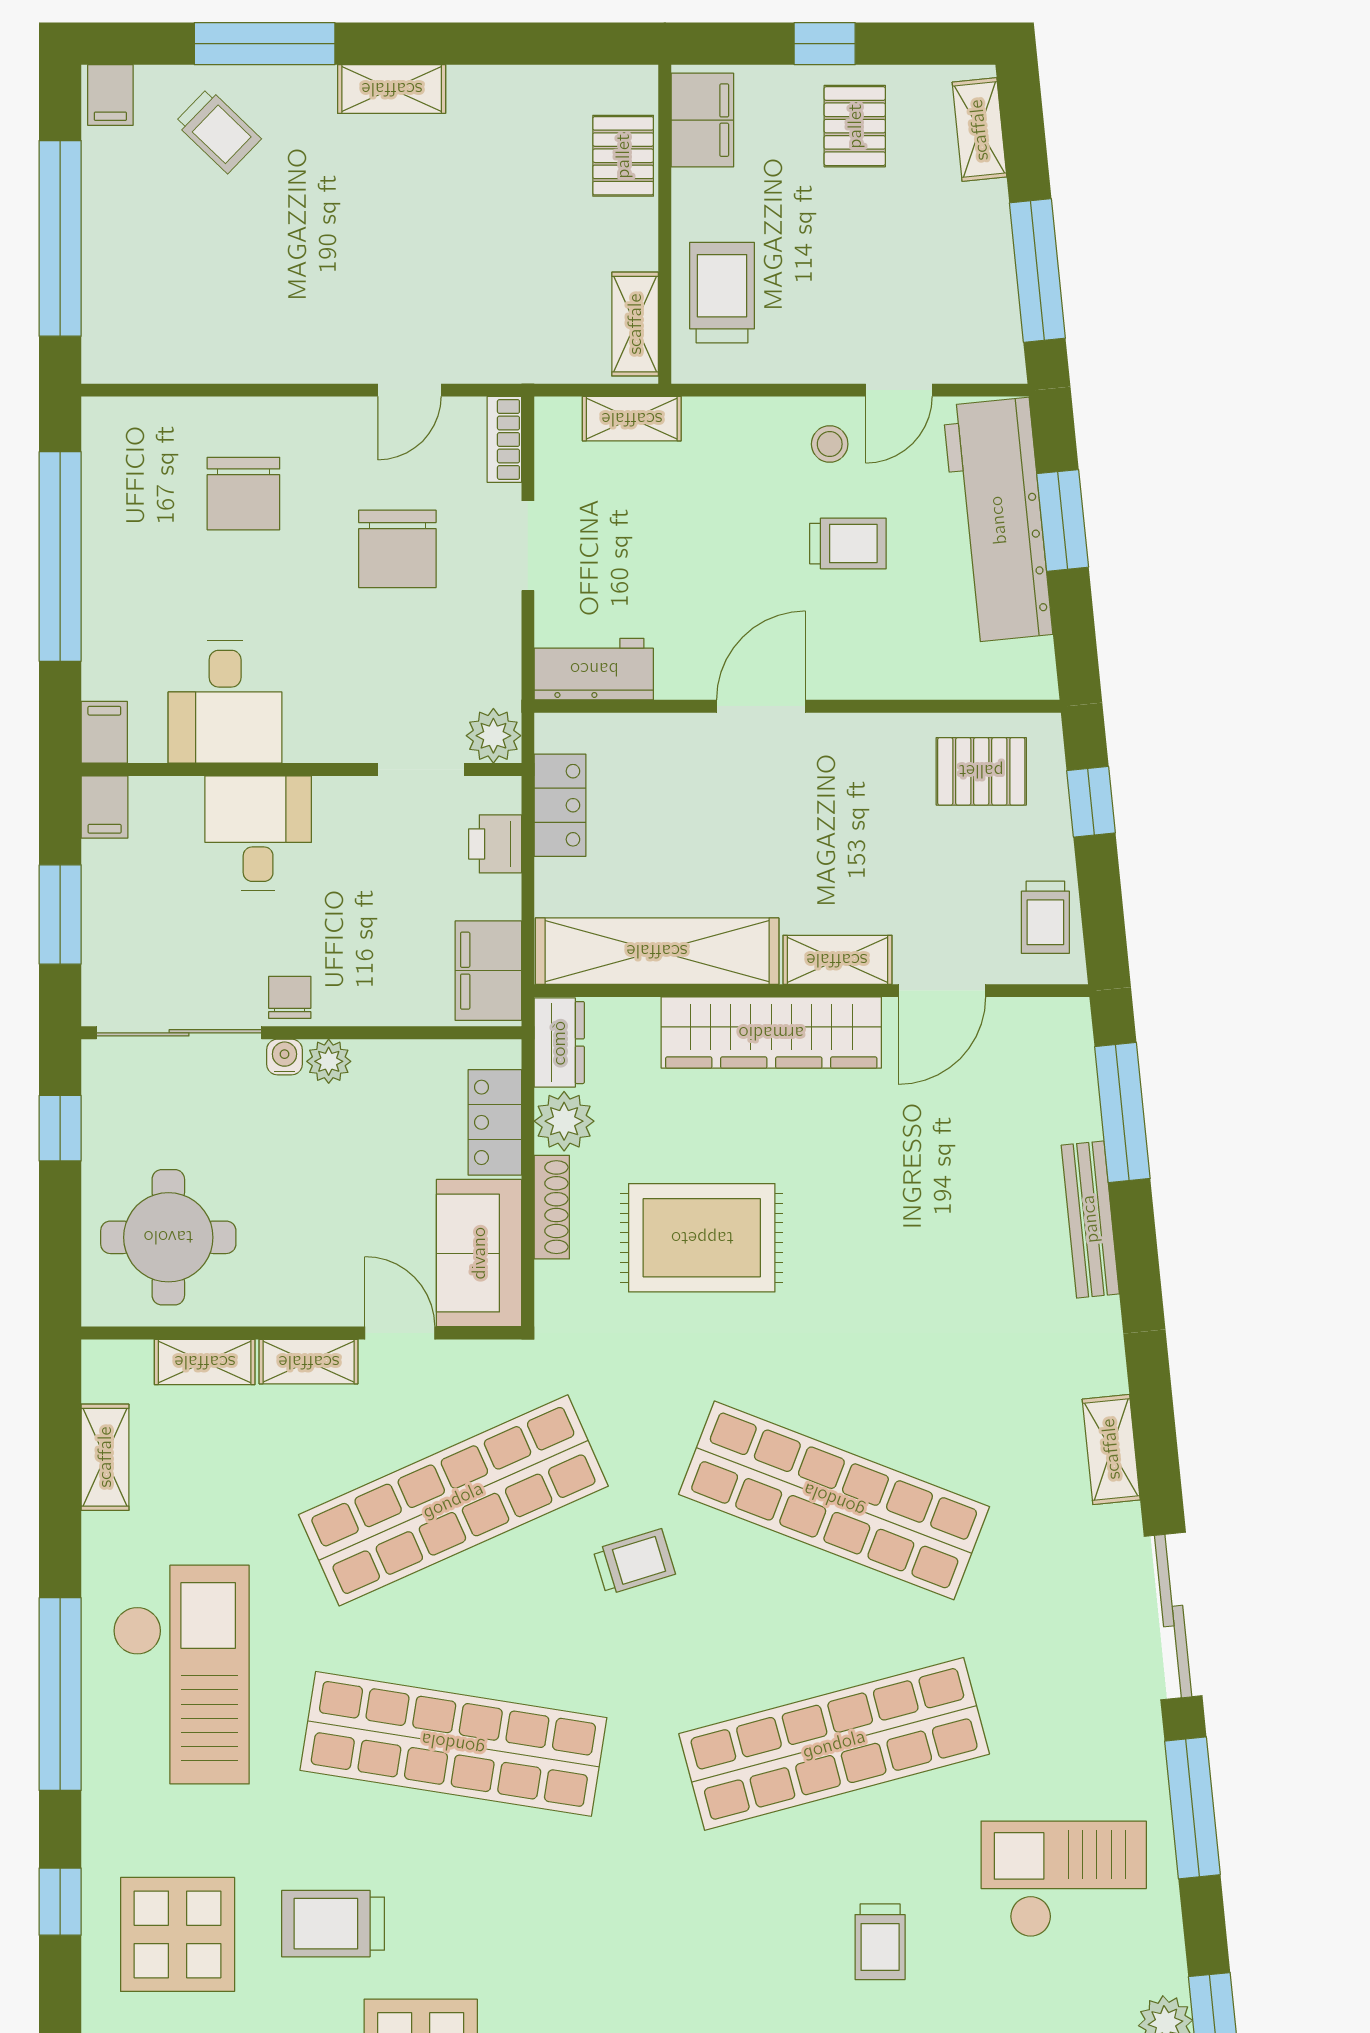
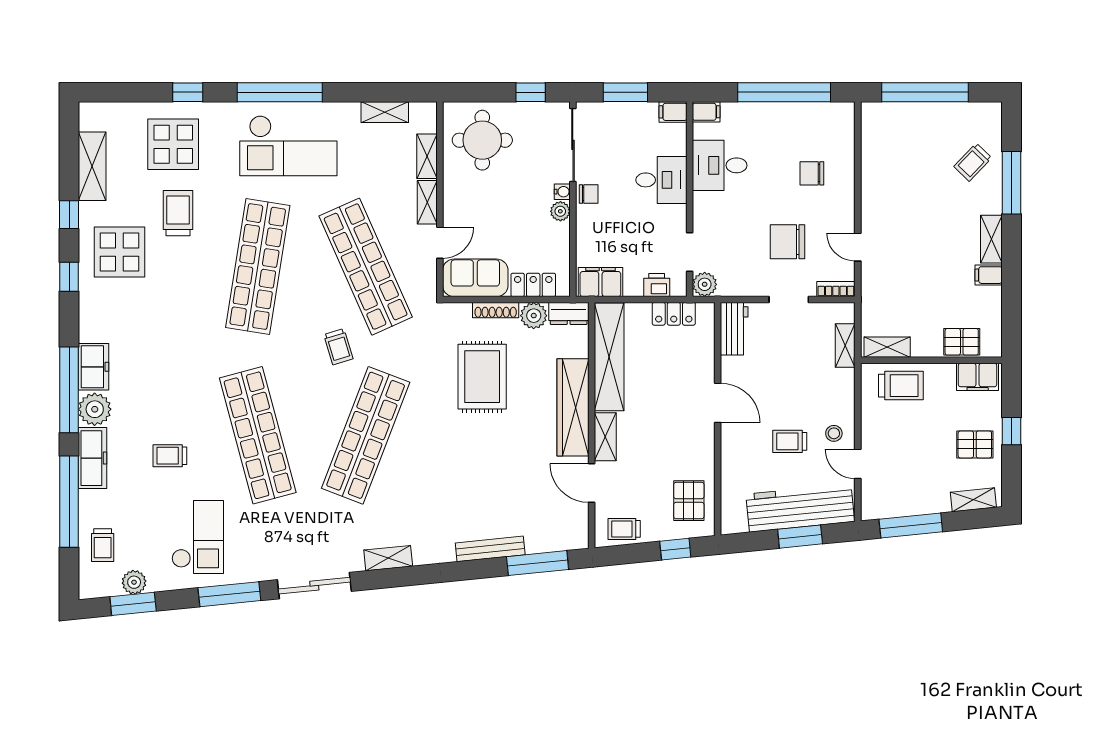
filing cabinet: (110, 95) -> (989, 275), moved
chair: (243, 494) -> (812, 173), width x0.73, depth x0.73
trolley: (848, 544) -> (790, 441), turned 90

